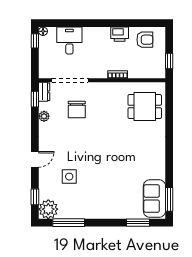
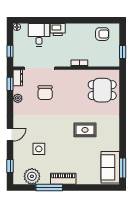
printer: (120, 34) -> (58, 29), moved
window: (35, 41) -> (10, 51), moved
rug: (124, 154) -> (85, 130), added
plant: (48, 209) -> (32, 176), moved
piano: (98, 212) -> (63, 179), added
window: (69, 223) -> (49, 188), moved
window: (138, 223) -> (96, 188), removed

